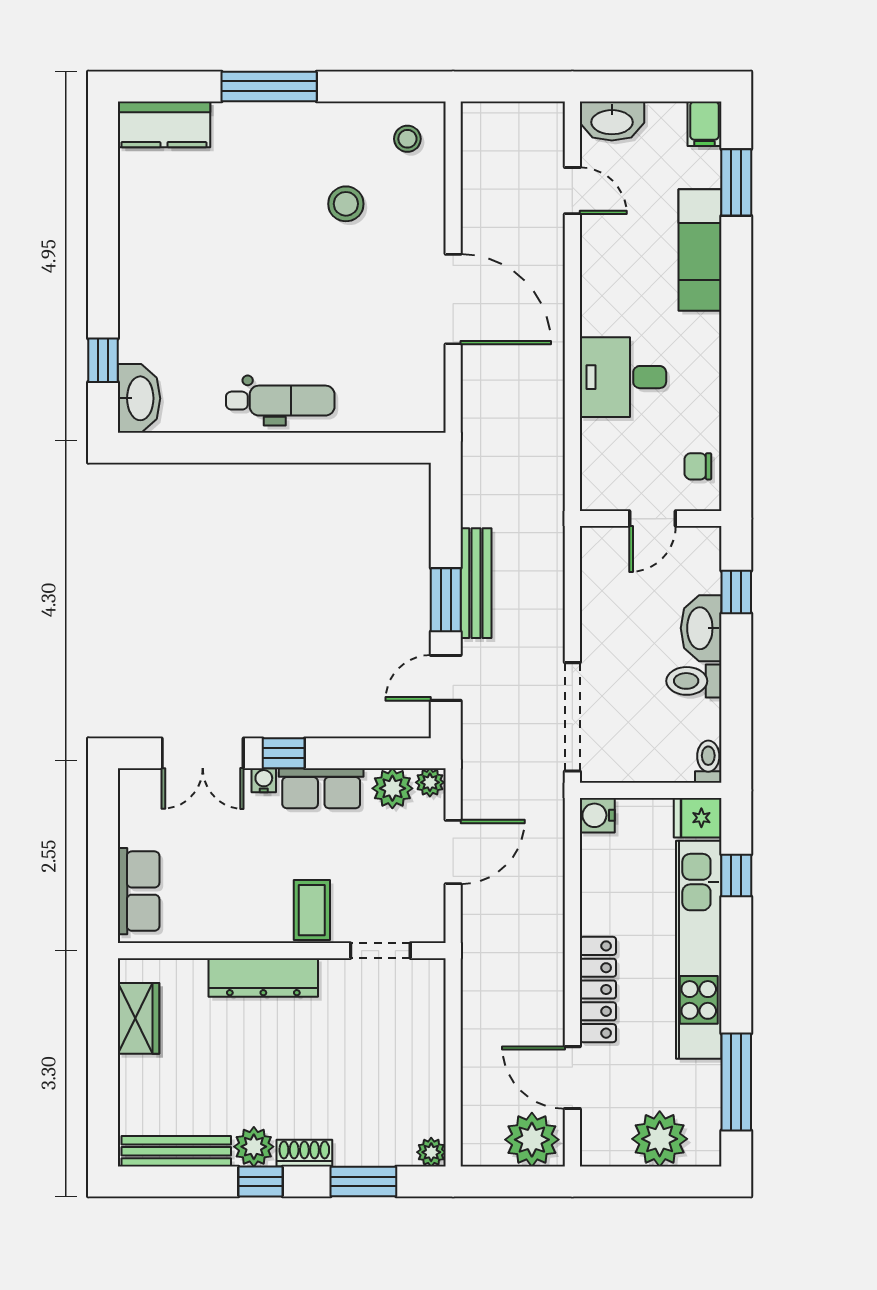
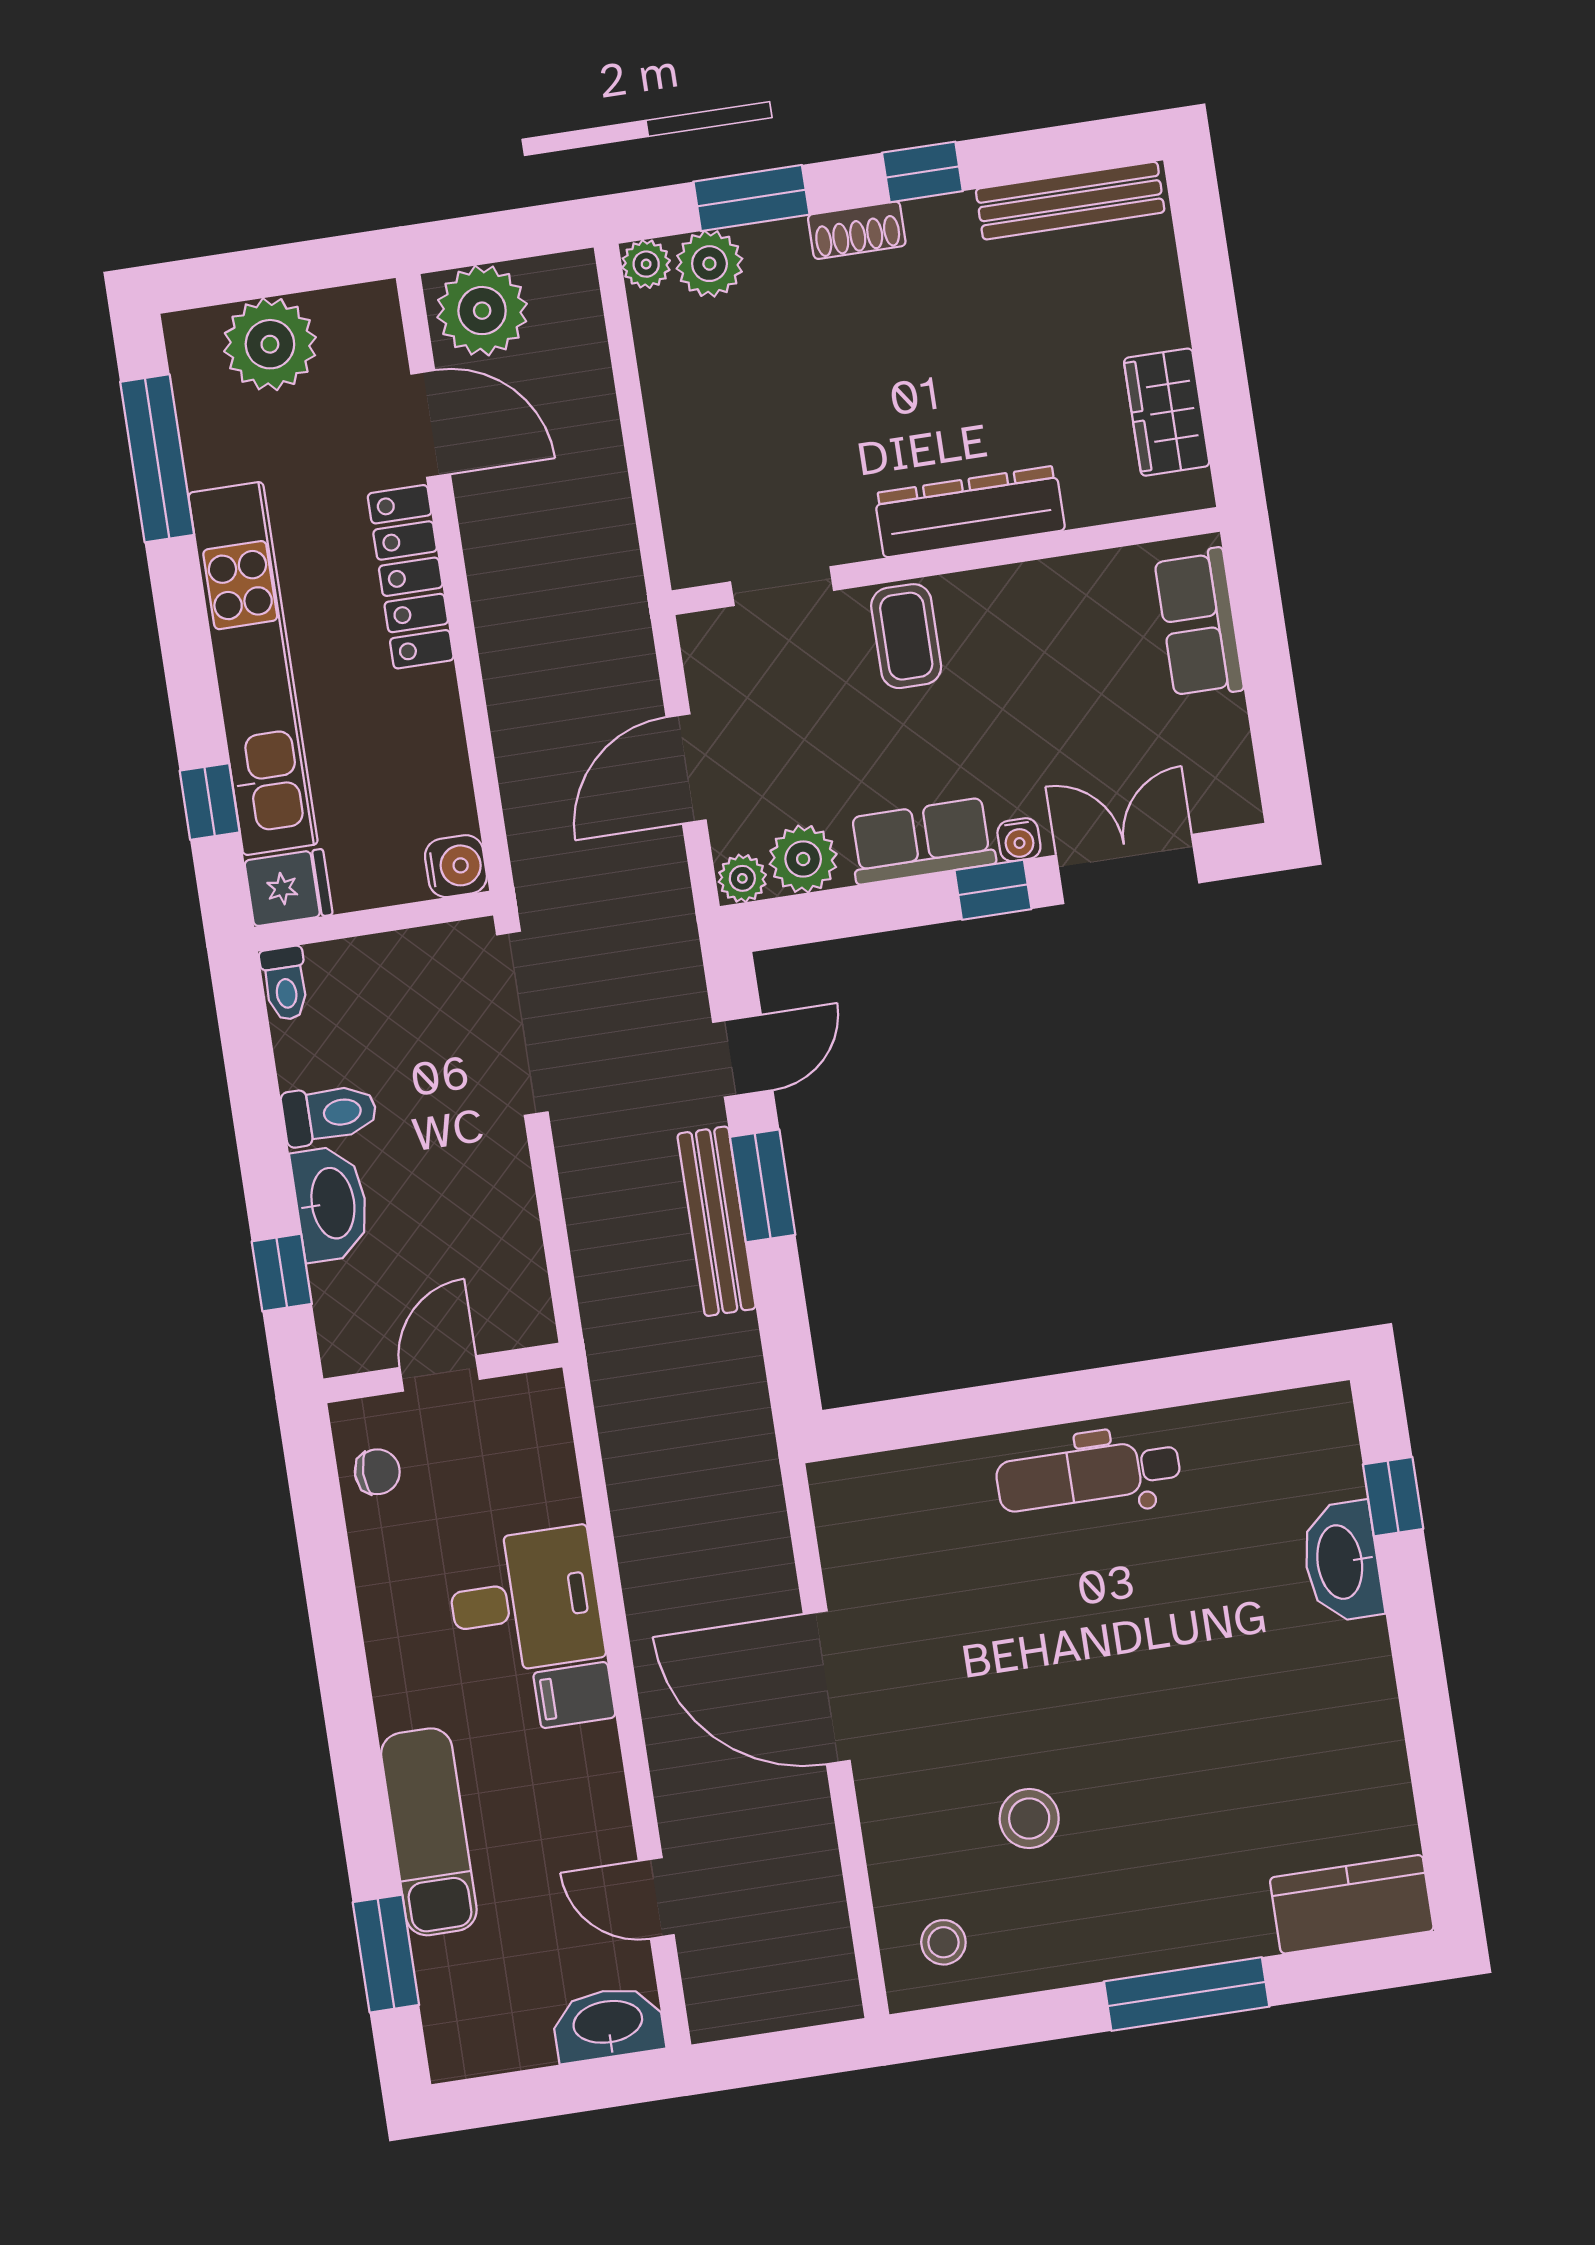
filing cabinet: (704, 124) -> (574, 1695), moved, turned -90
washbasin: (139, 398) -> (1342, 1562), moved
plant: (254, 1147) -> (709, 264), moved

